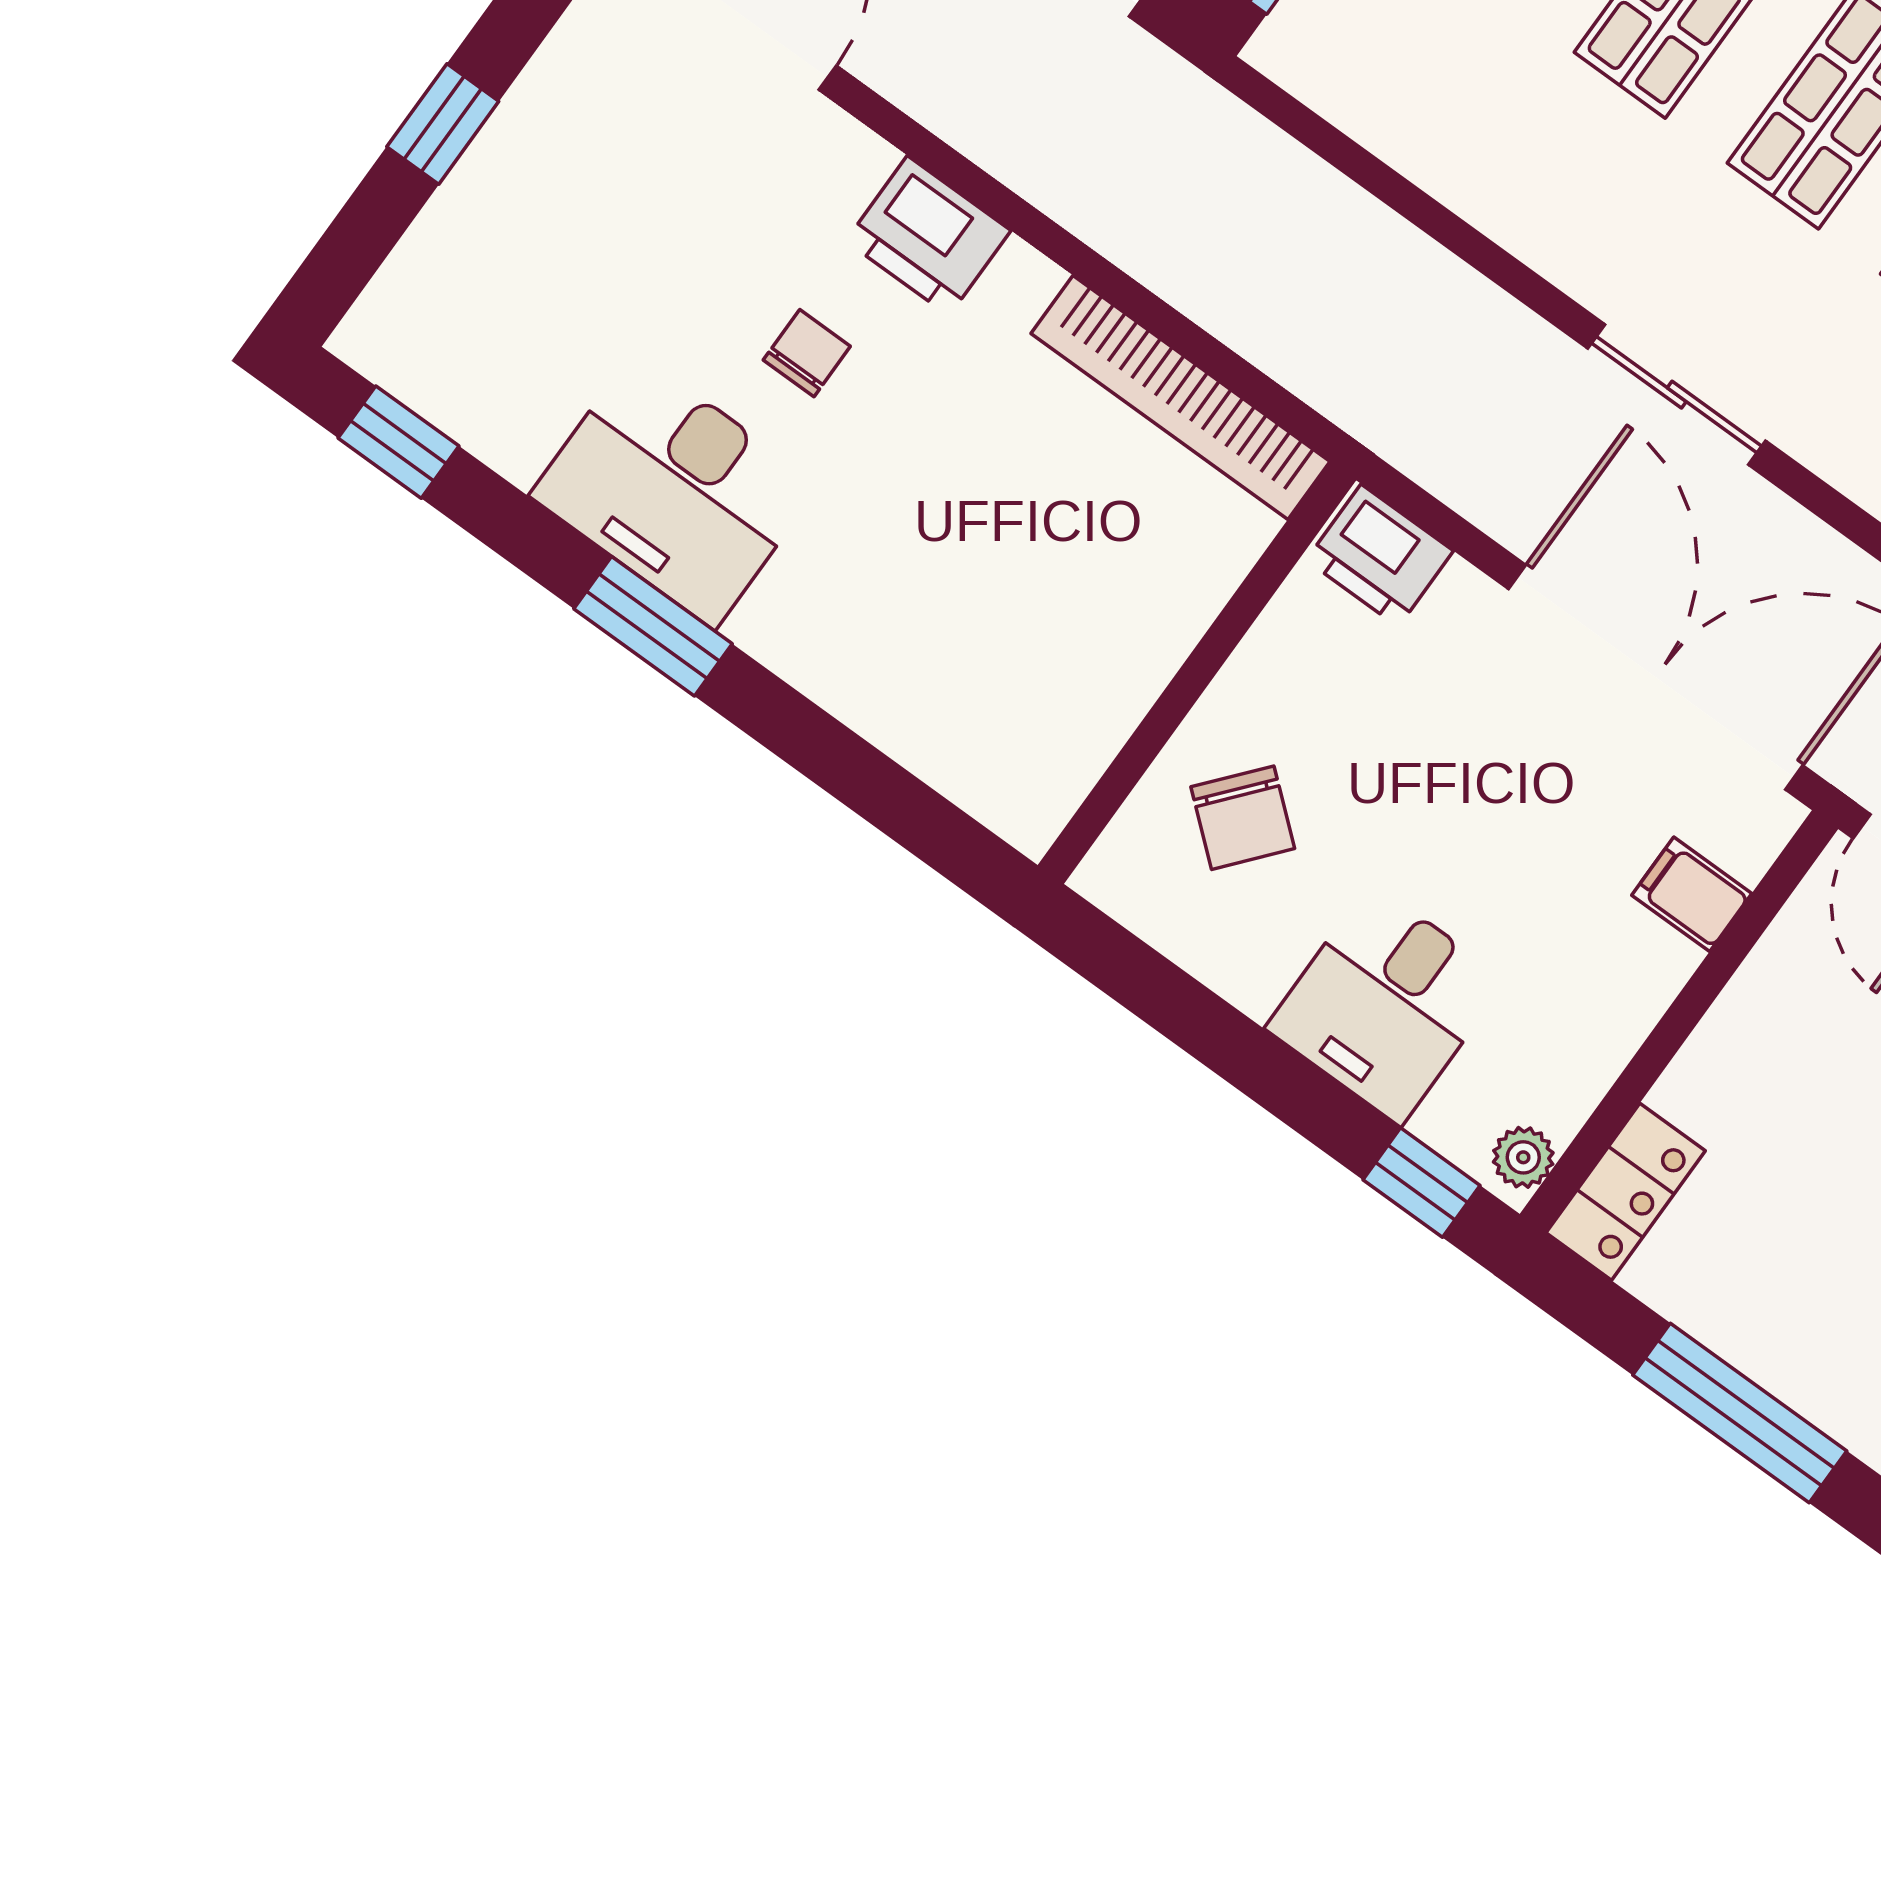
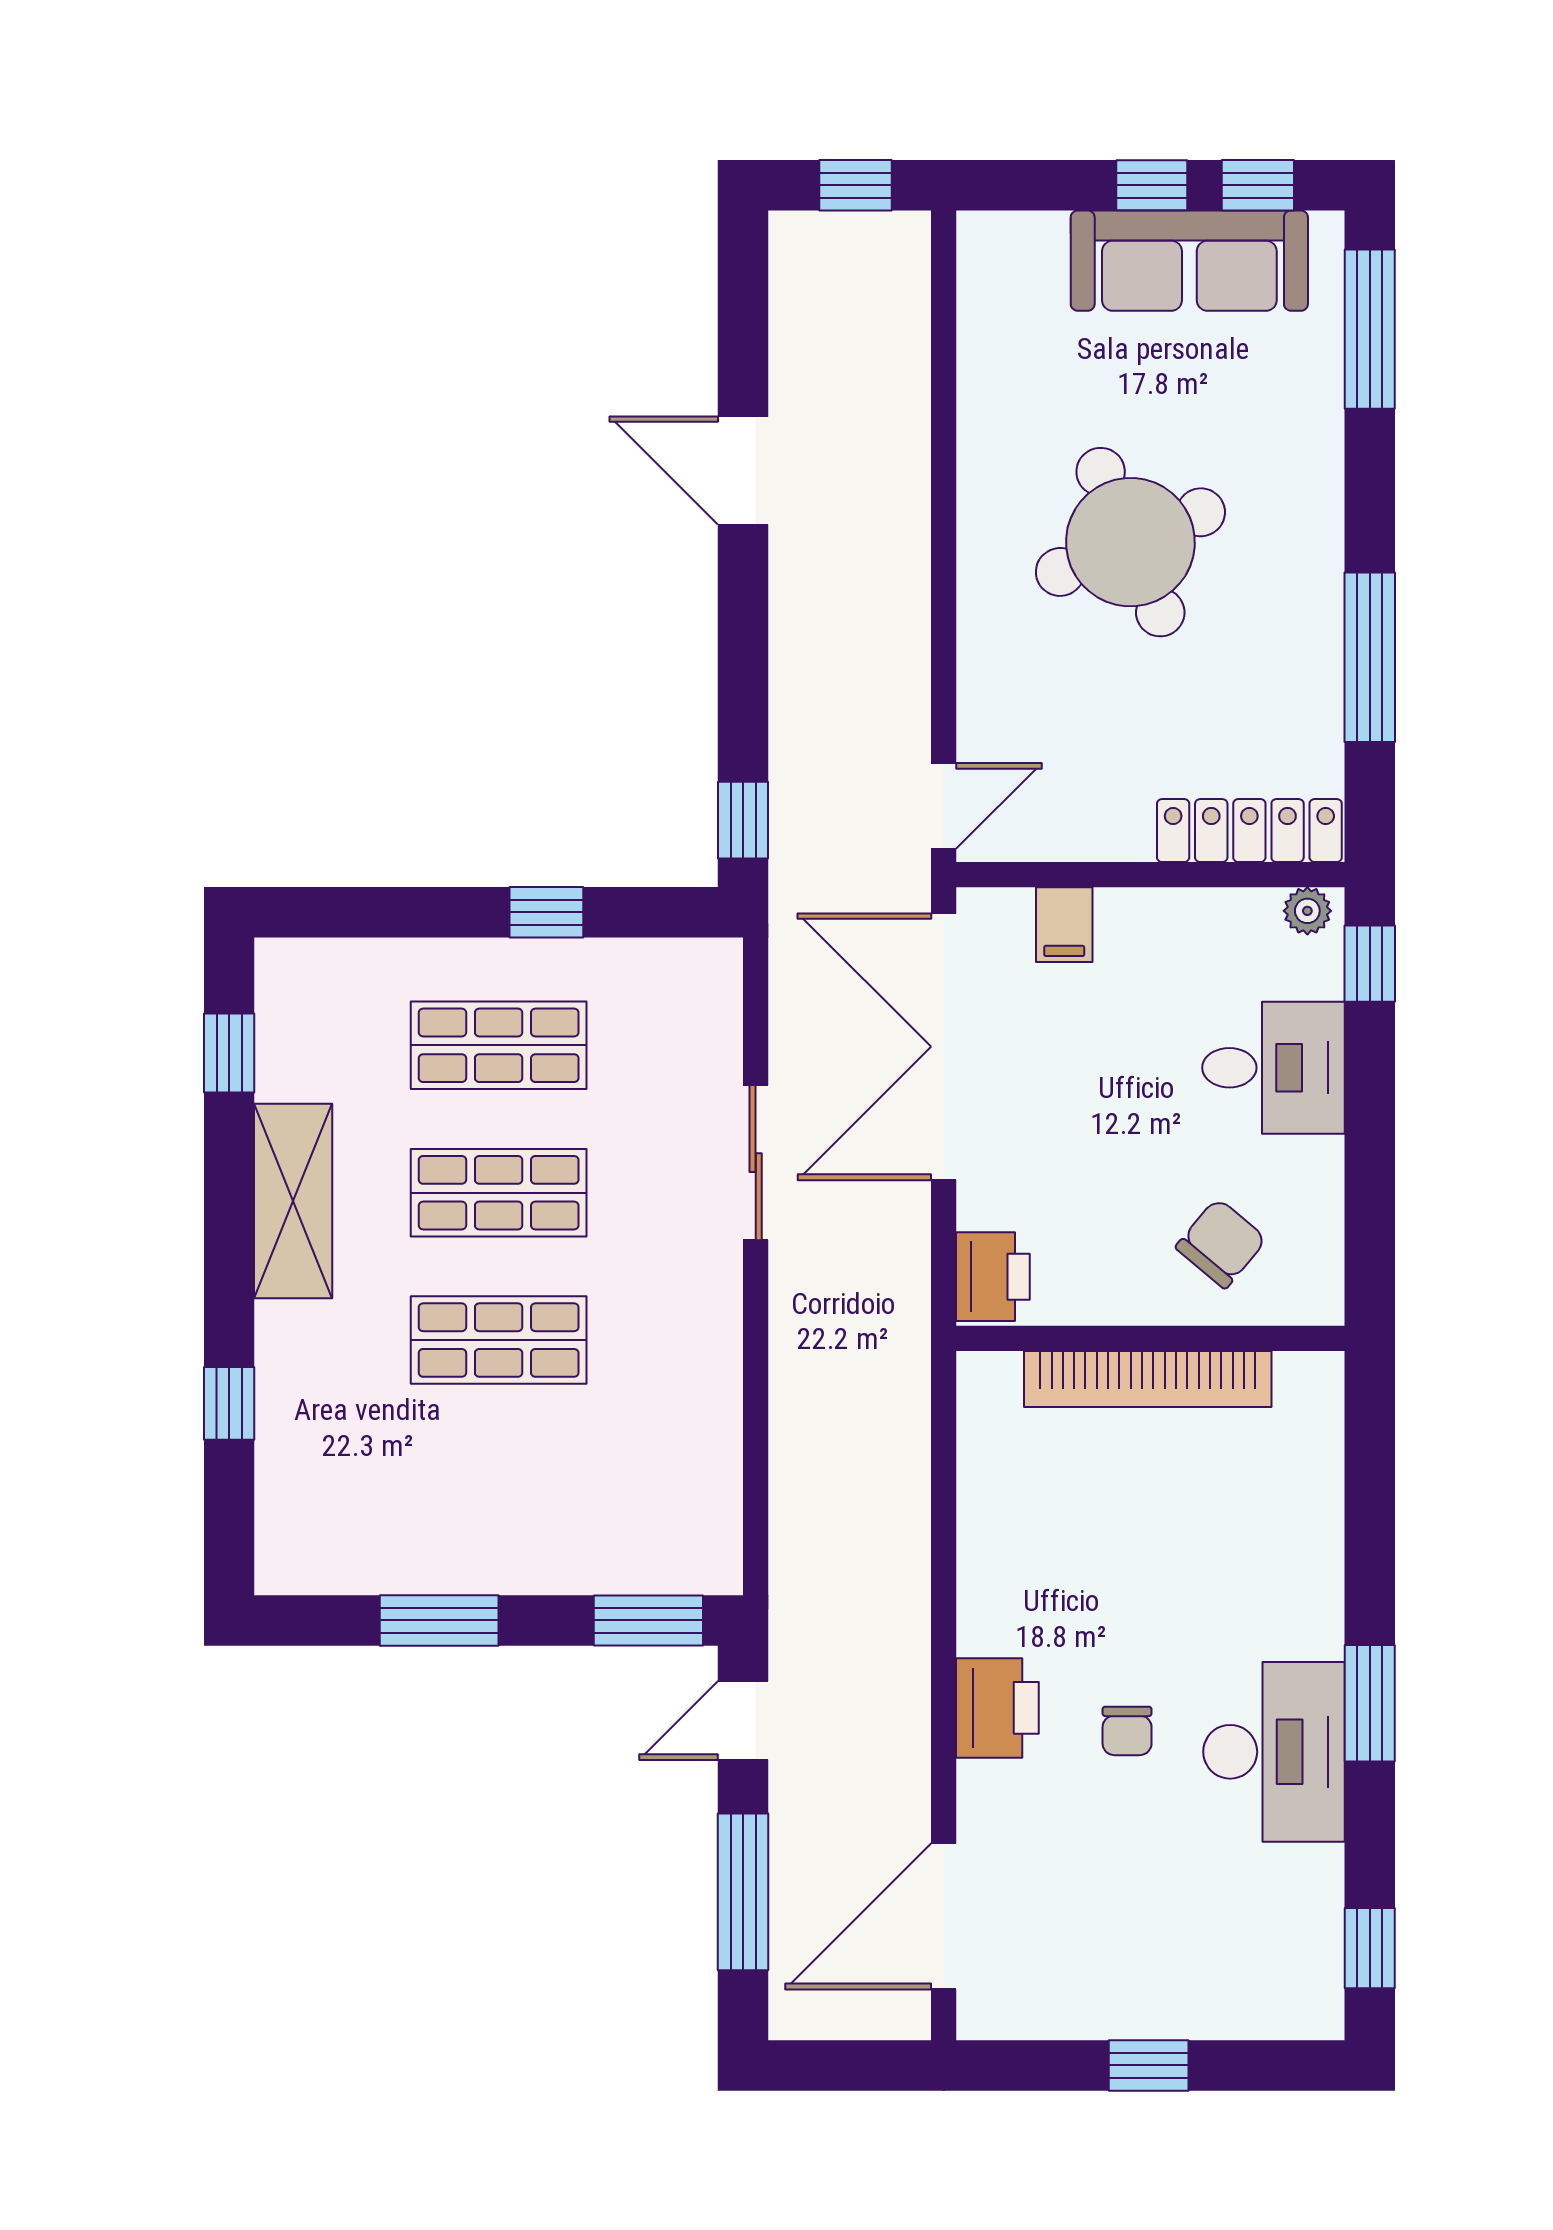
chair: (807, 353) -> (1127, 1731), turned -90
bookcase: (1180, 398) -> (1148, 1379), moved, turned 90
locker: (1626, 1192) -> (1249, 831), width x1.53

